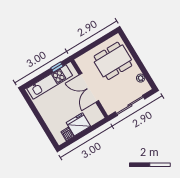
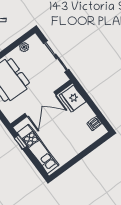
fridge: (78, 124) -> (73, 99), moved

